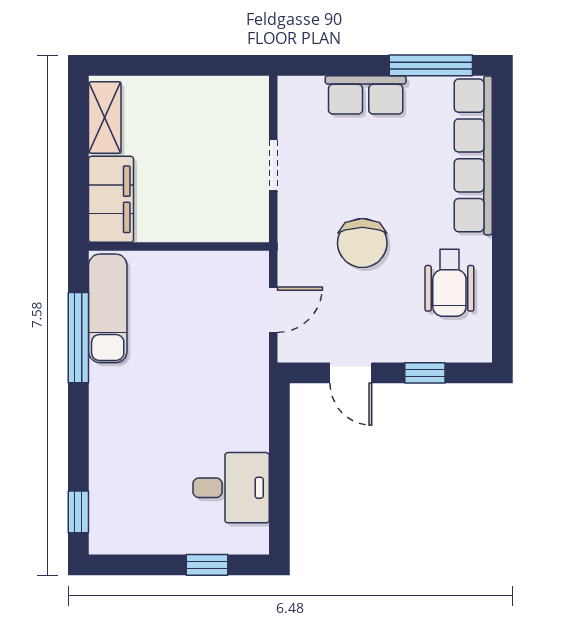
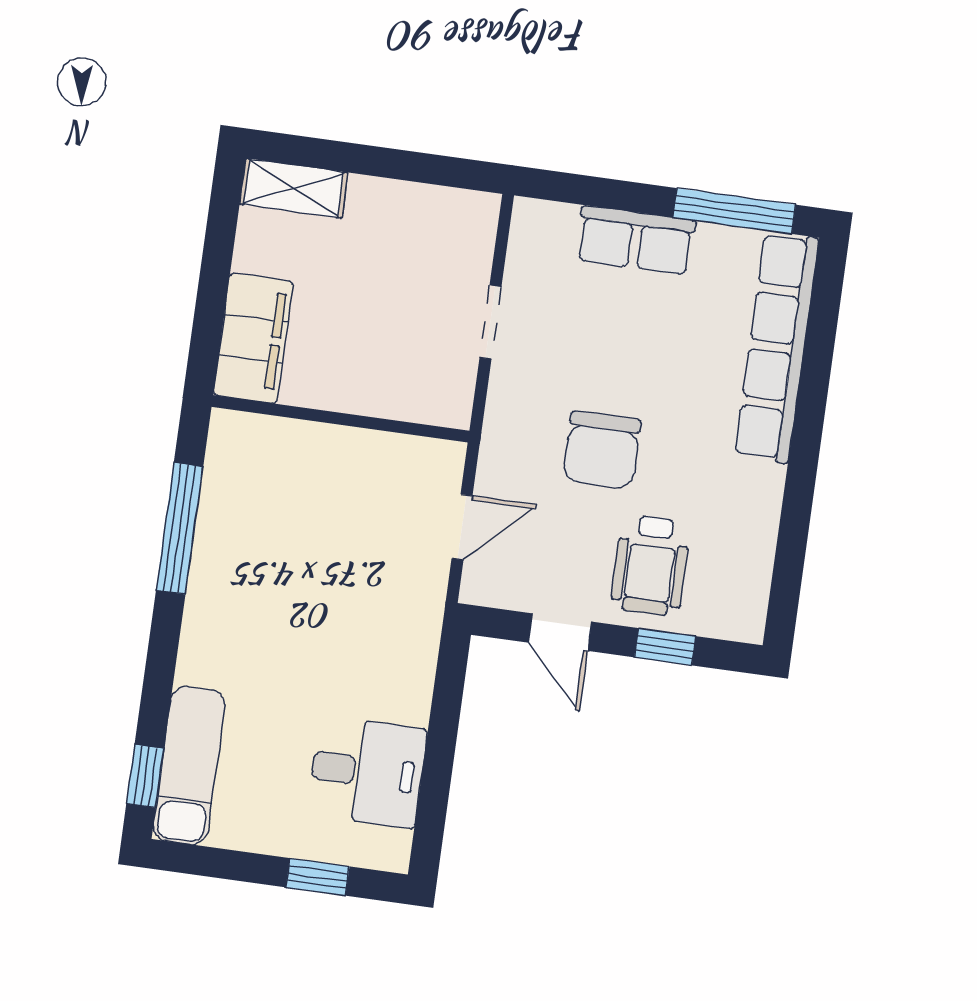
shelving: (105, 118) -> (294, 188), moved, turned 90
wheelchair: (449, 283) -> (651, 565), moved
exam couch: (108, 308) -> (189, 765), moved

